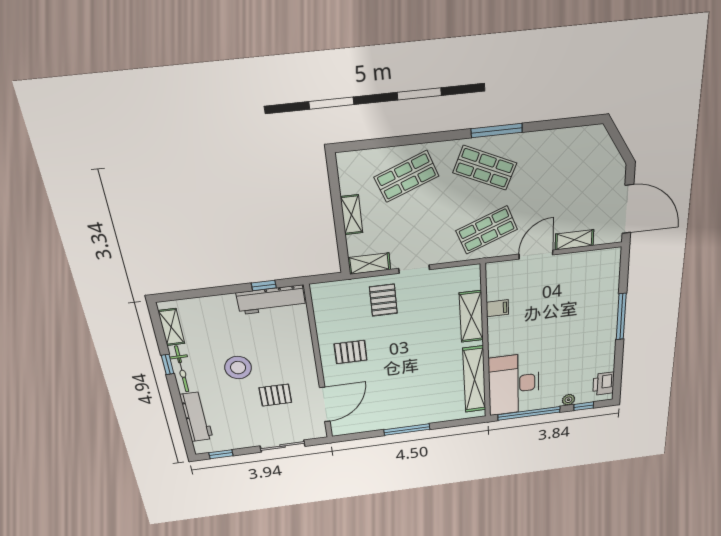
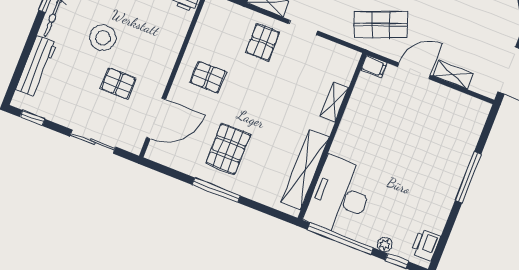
filing cabinet: (497, 308) -> (374, 66), moved
shelving: (471, 317) -> (334, 102), width x0.67, depth x0.75
pallet: (400, 396) -> (228, 149), added

